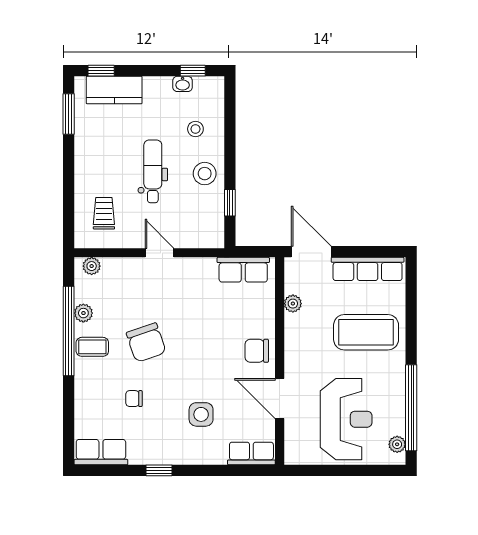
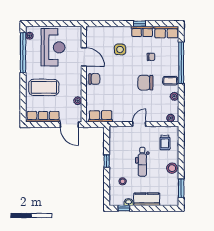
window: (101, 71) -> (166, 208), removed
kitchen counter: (114, 90) -> (147, 199), moved
stool: (205, 174) -> (172, 168), moved
window: (230, 203) -> (107, 161), moved
door: (159, 253) -> (139, 124), swing flipped
window: (69, 331) -> (181, 63), moved
chair: (146, 343) -> (145, 83), turned -71
reception desk: (346, 419) -> (53, 47), turned 180
row of seats: (251, 453) -> (142, 31), moved

